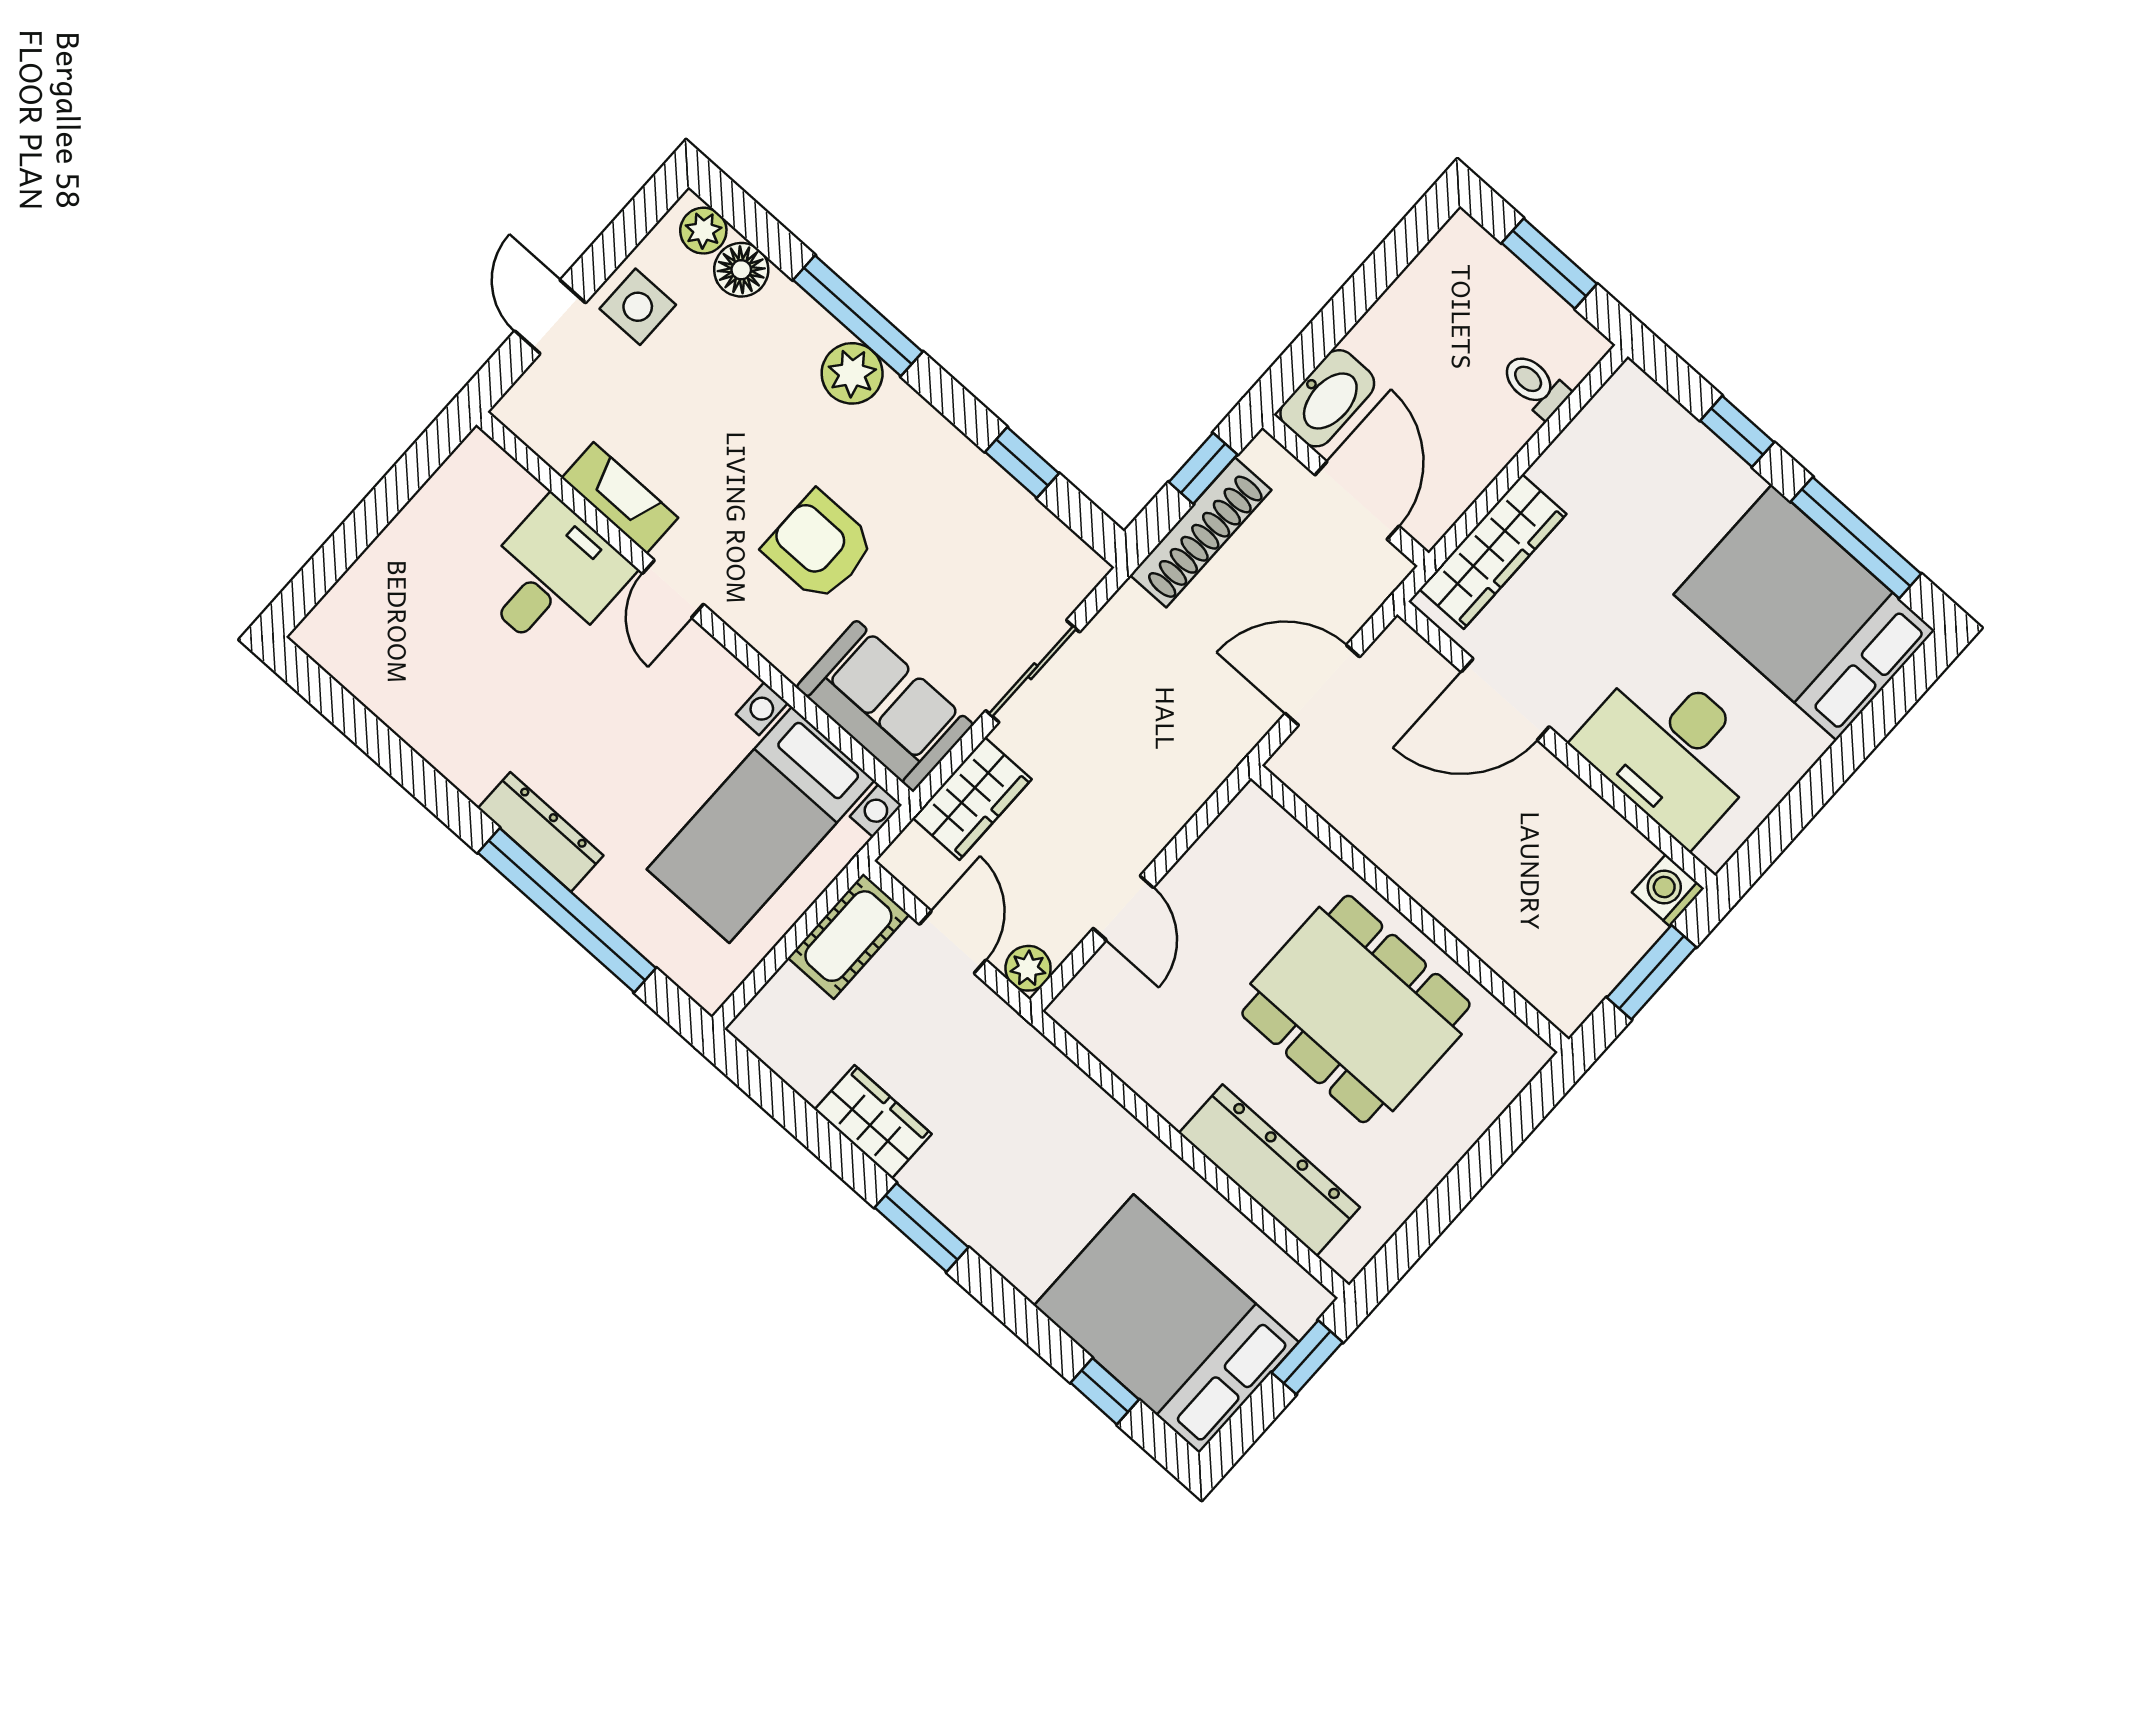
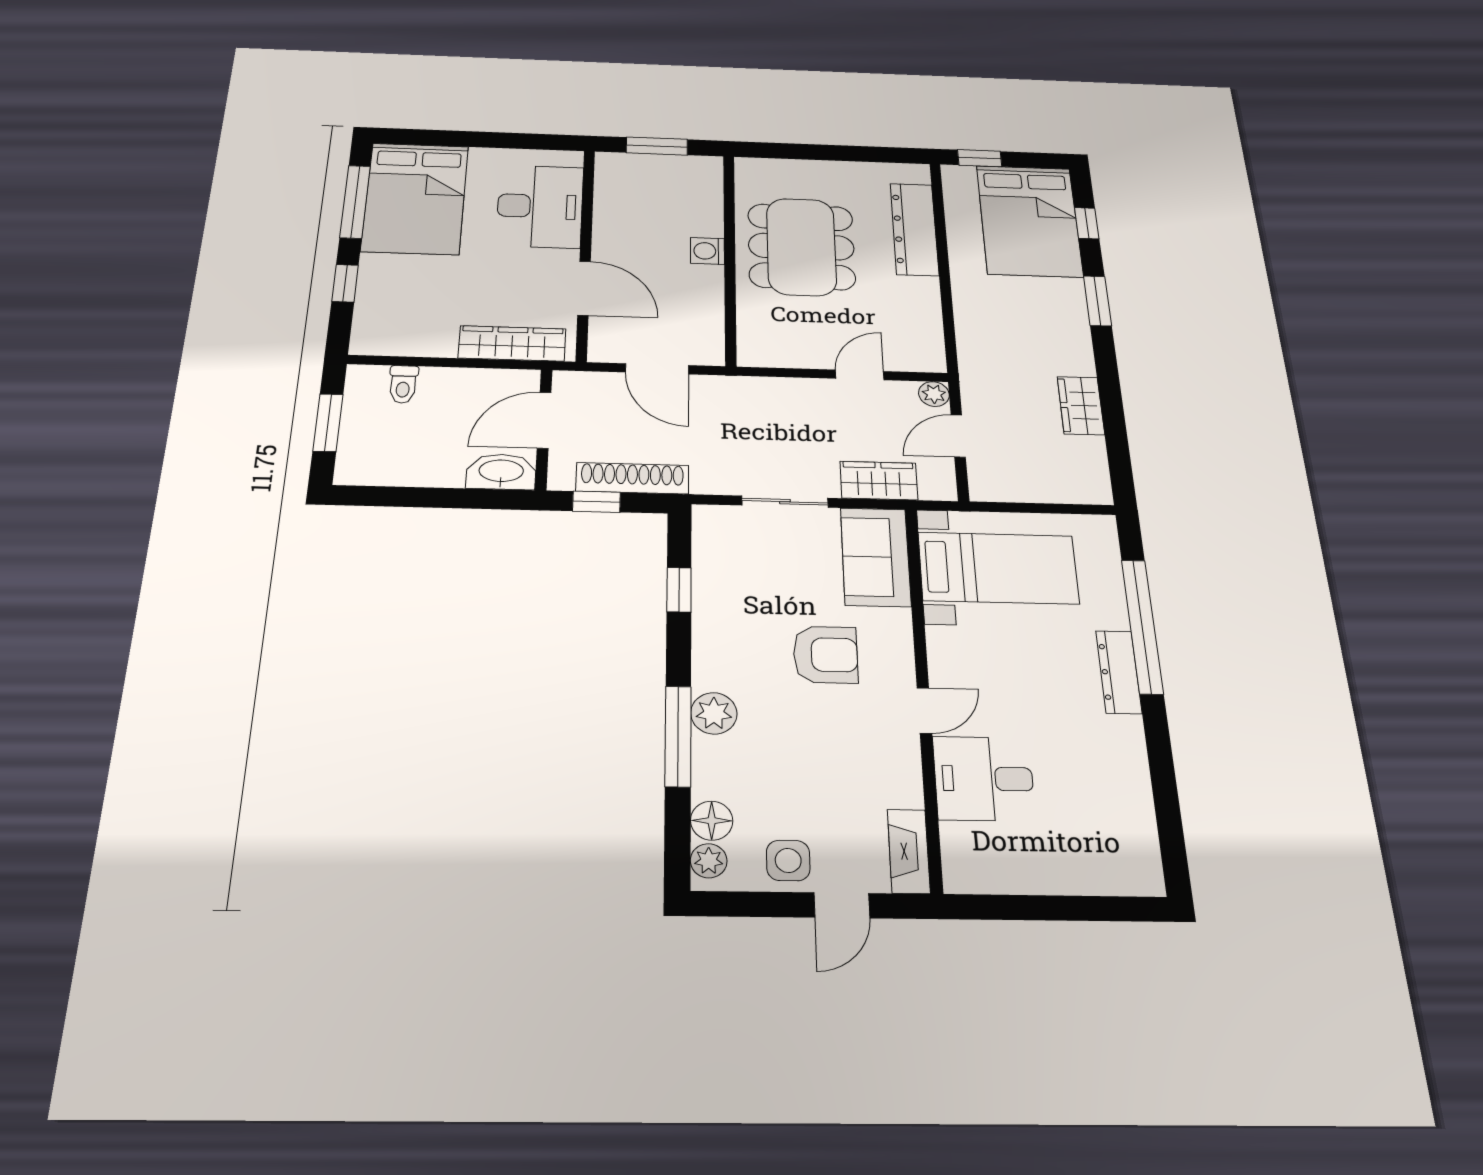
fireplace: (620, 498) -> (909, 851), moved
armchair: (819, 546) -> (826, 655), turned -90
washing machine: (1668, 890) -> (707, 251), moved, turned 90
cot: (848, 936) -> (1007, 484), removed
window: (921, 1227) -> (1097, 301), moved

